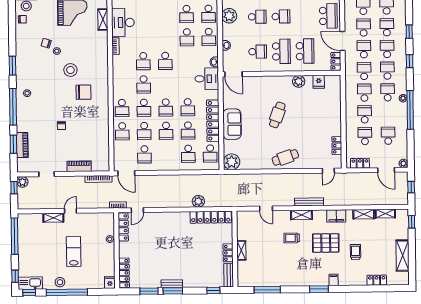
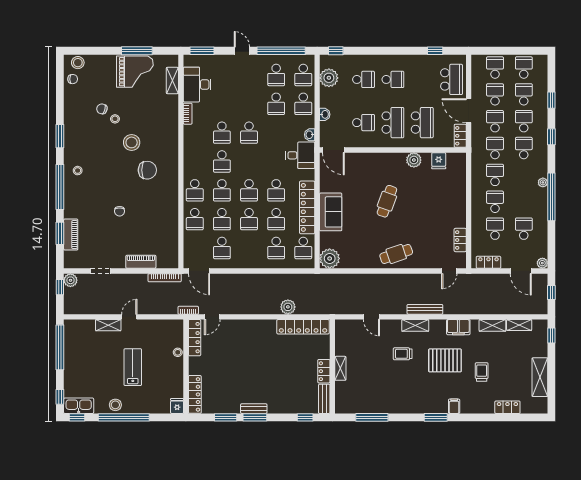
school desk: (388, 92) -> (524, 175), removed

